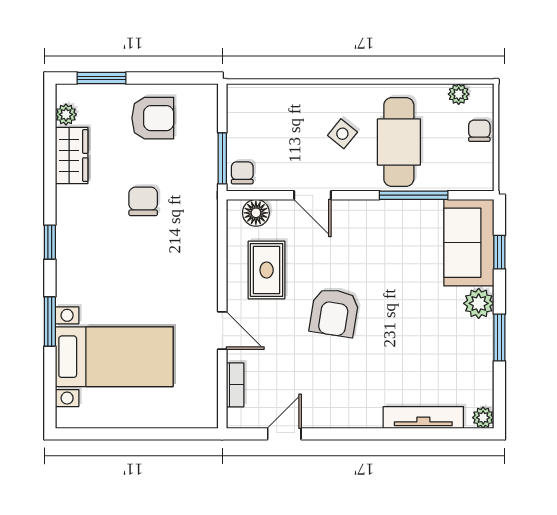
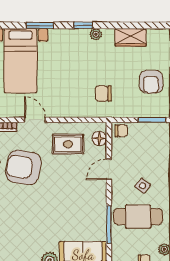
plant: (66, 114) -> (96, 34), moved
window: (222, 158) -> (152, 120), moved
chair: (143, 201) -> (103, 94), moved, turned 180
armchair: (334, 313) -> (23, 167), moved, width x1.36, depth x1.36
door: (222, 330) -> (35, 120), swing flipped

